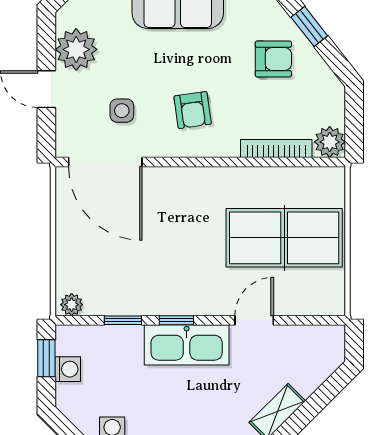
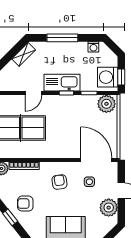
plant: (72, 305) -> (106, 104), width x1.87, depth x1.87
washing machine: (68, 369) -> (108, 77), width x1.89, depth x1.89

